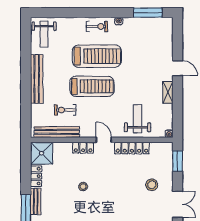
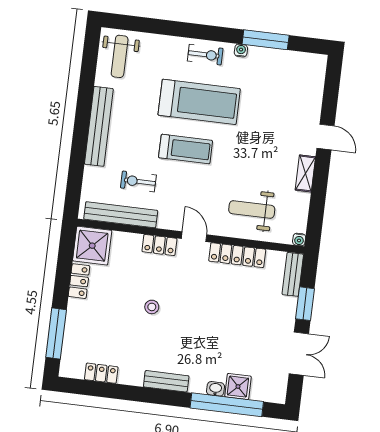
window: (148, 13) -> (266, 40), moved
treadmill: (92, 86) -> (186, 149), width x0.73, depth x0.73
weight bench: (137, 119) -> (252, 210), turned -90
window: (178, 161) -> (305, 304), moved
stool: (152, 185) -> (262, 318), removed
bench: (36, 201) -> (293, 274), moved

